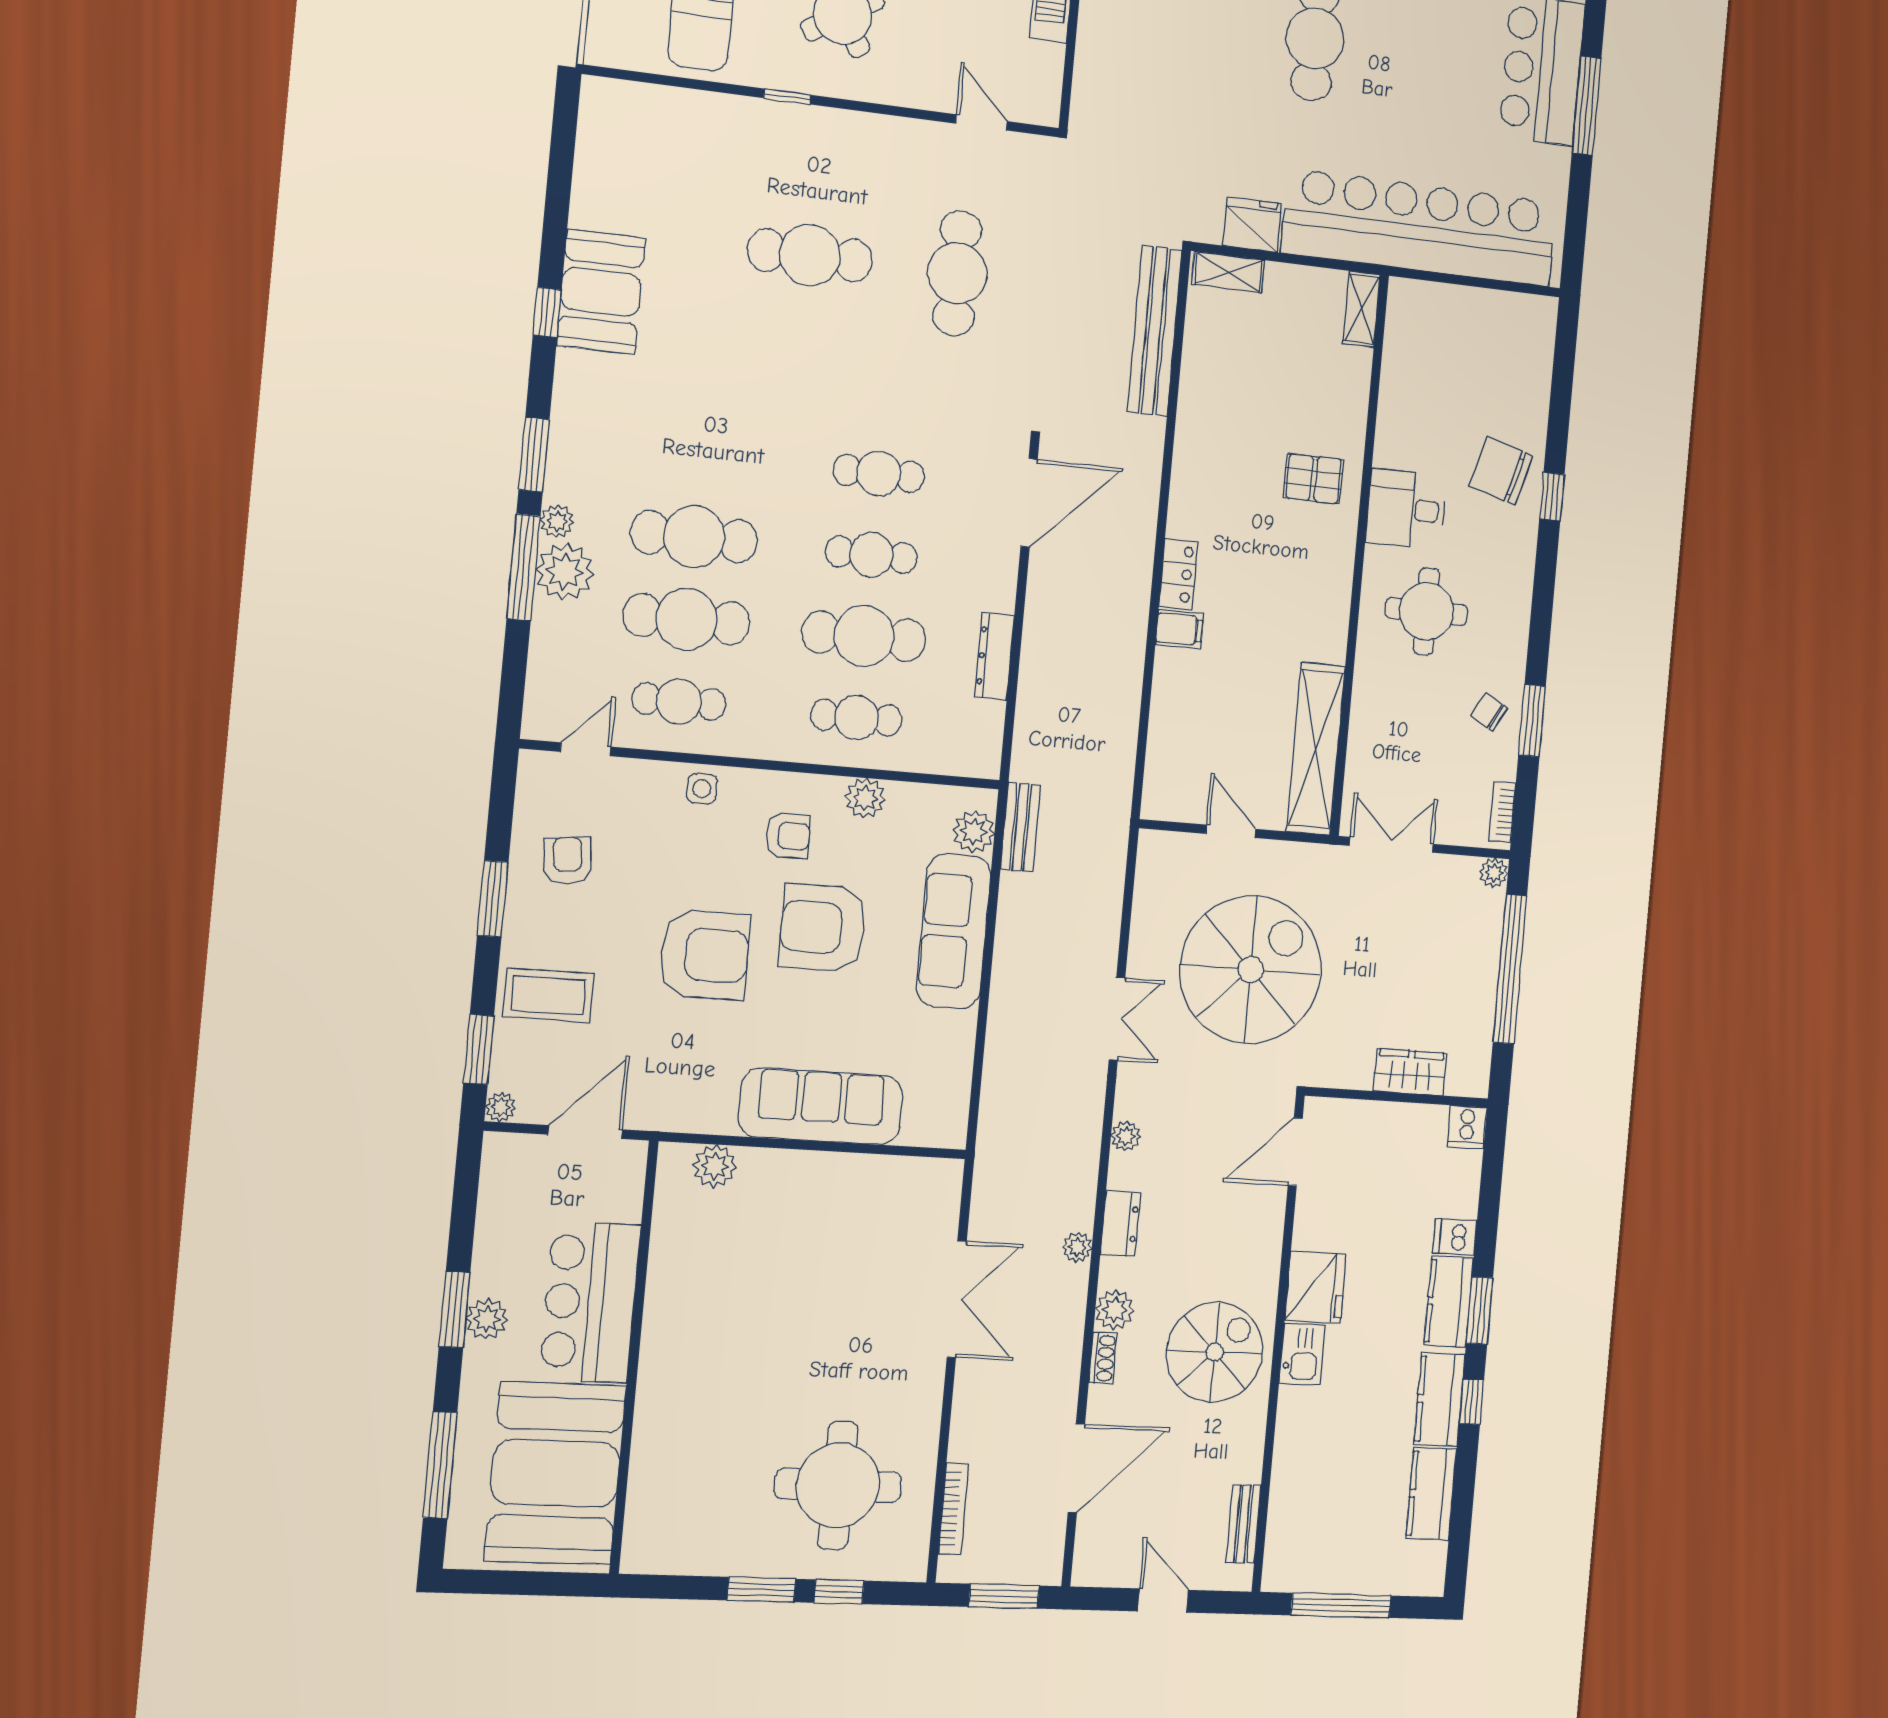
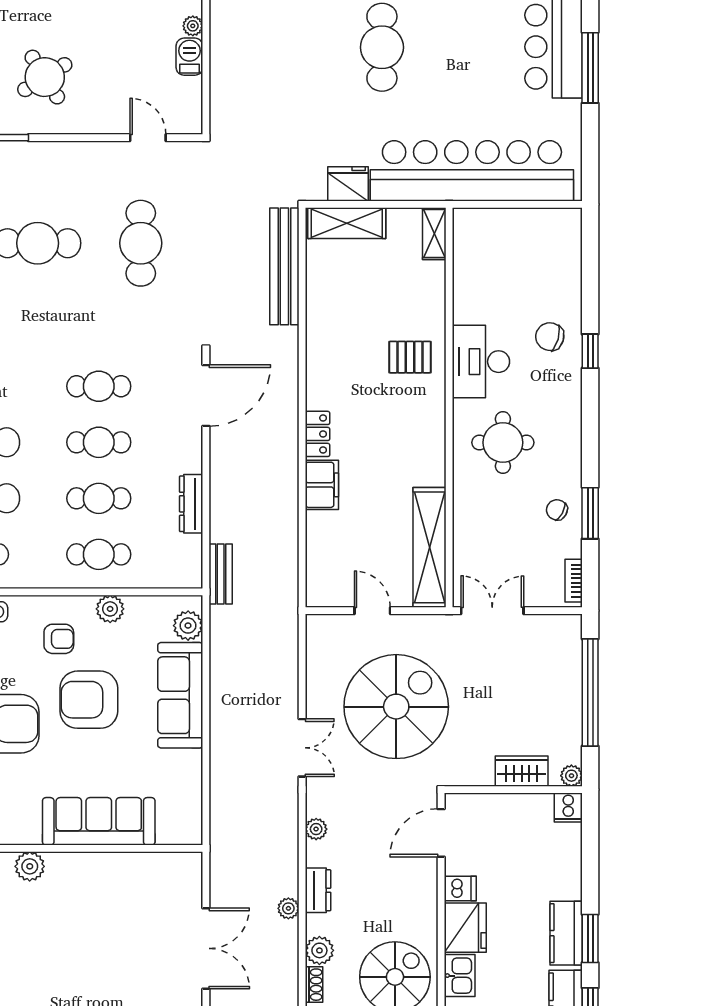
shelving: (1228, 272) -> (347, 223), width x1.50, depth x1.33
chair: (1501, 471) -> (550, 337), width x0.73, depth x0.73
desk: (1406, 509) -> (481, 362), width x1.37
filing cabinet: (1179, 629) -> (322, 485), width x2.00
cafe table: (864, 636) -> (99, 498), width x0.73, depth x0.74
bench: (1020, 827) -> (221, 574), moved
plant: (1494, 873) -> (571, 776), moved
dishwasher: (1455, 1237) -> (460, 888), moved, turned 180

